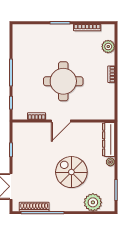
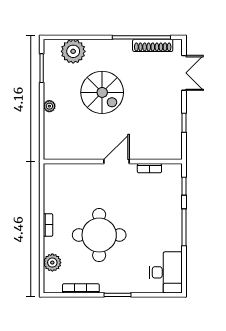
desk: (24, 39) -> (166, 272), added
round table: (63, 81) -> (99, 235), moved
dresser: (109, 140) -> (52, 136), removed

